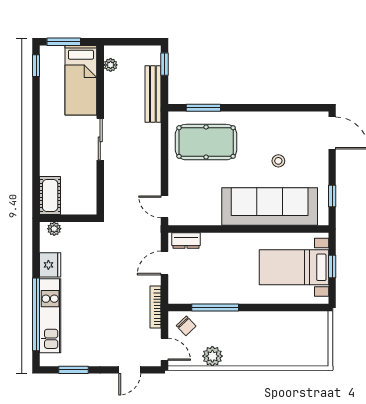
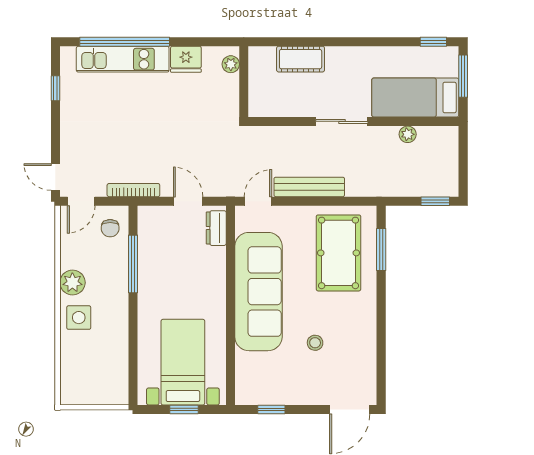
plant: (111, 65) -> (408, 134), moved
bench: (153, 94) -> (309, 187), moved
cot: (50, 196) -> (301, 59), moved
sofa: (270, 206) -> (258, 292), moved
chair: (186, 326) -> (110, 228), turned -47
side table: (258, 351) -> (79, 318), added
plant: (212, 356) -> (72, 283), moved
window: (73, 370) -> (55, 88), width x0.67
door: (130, 370) -> (55, 177), moved

